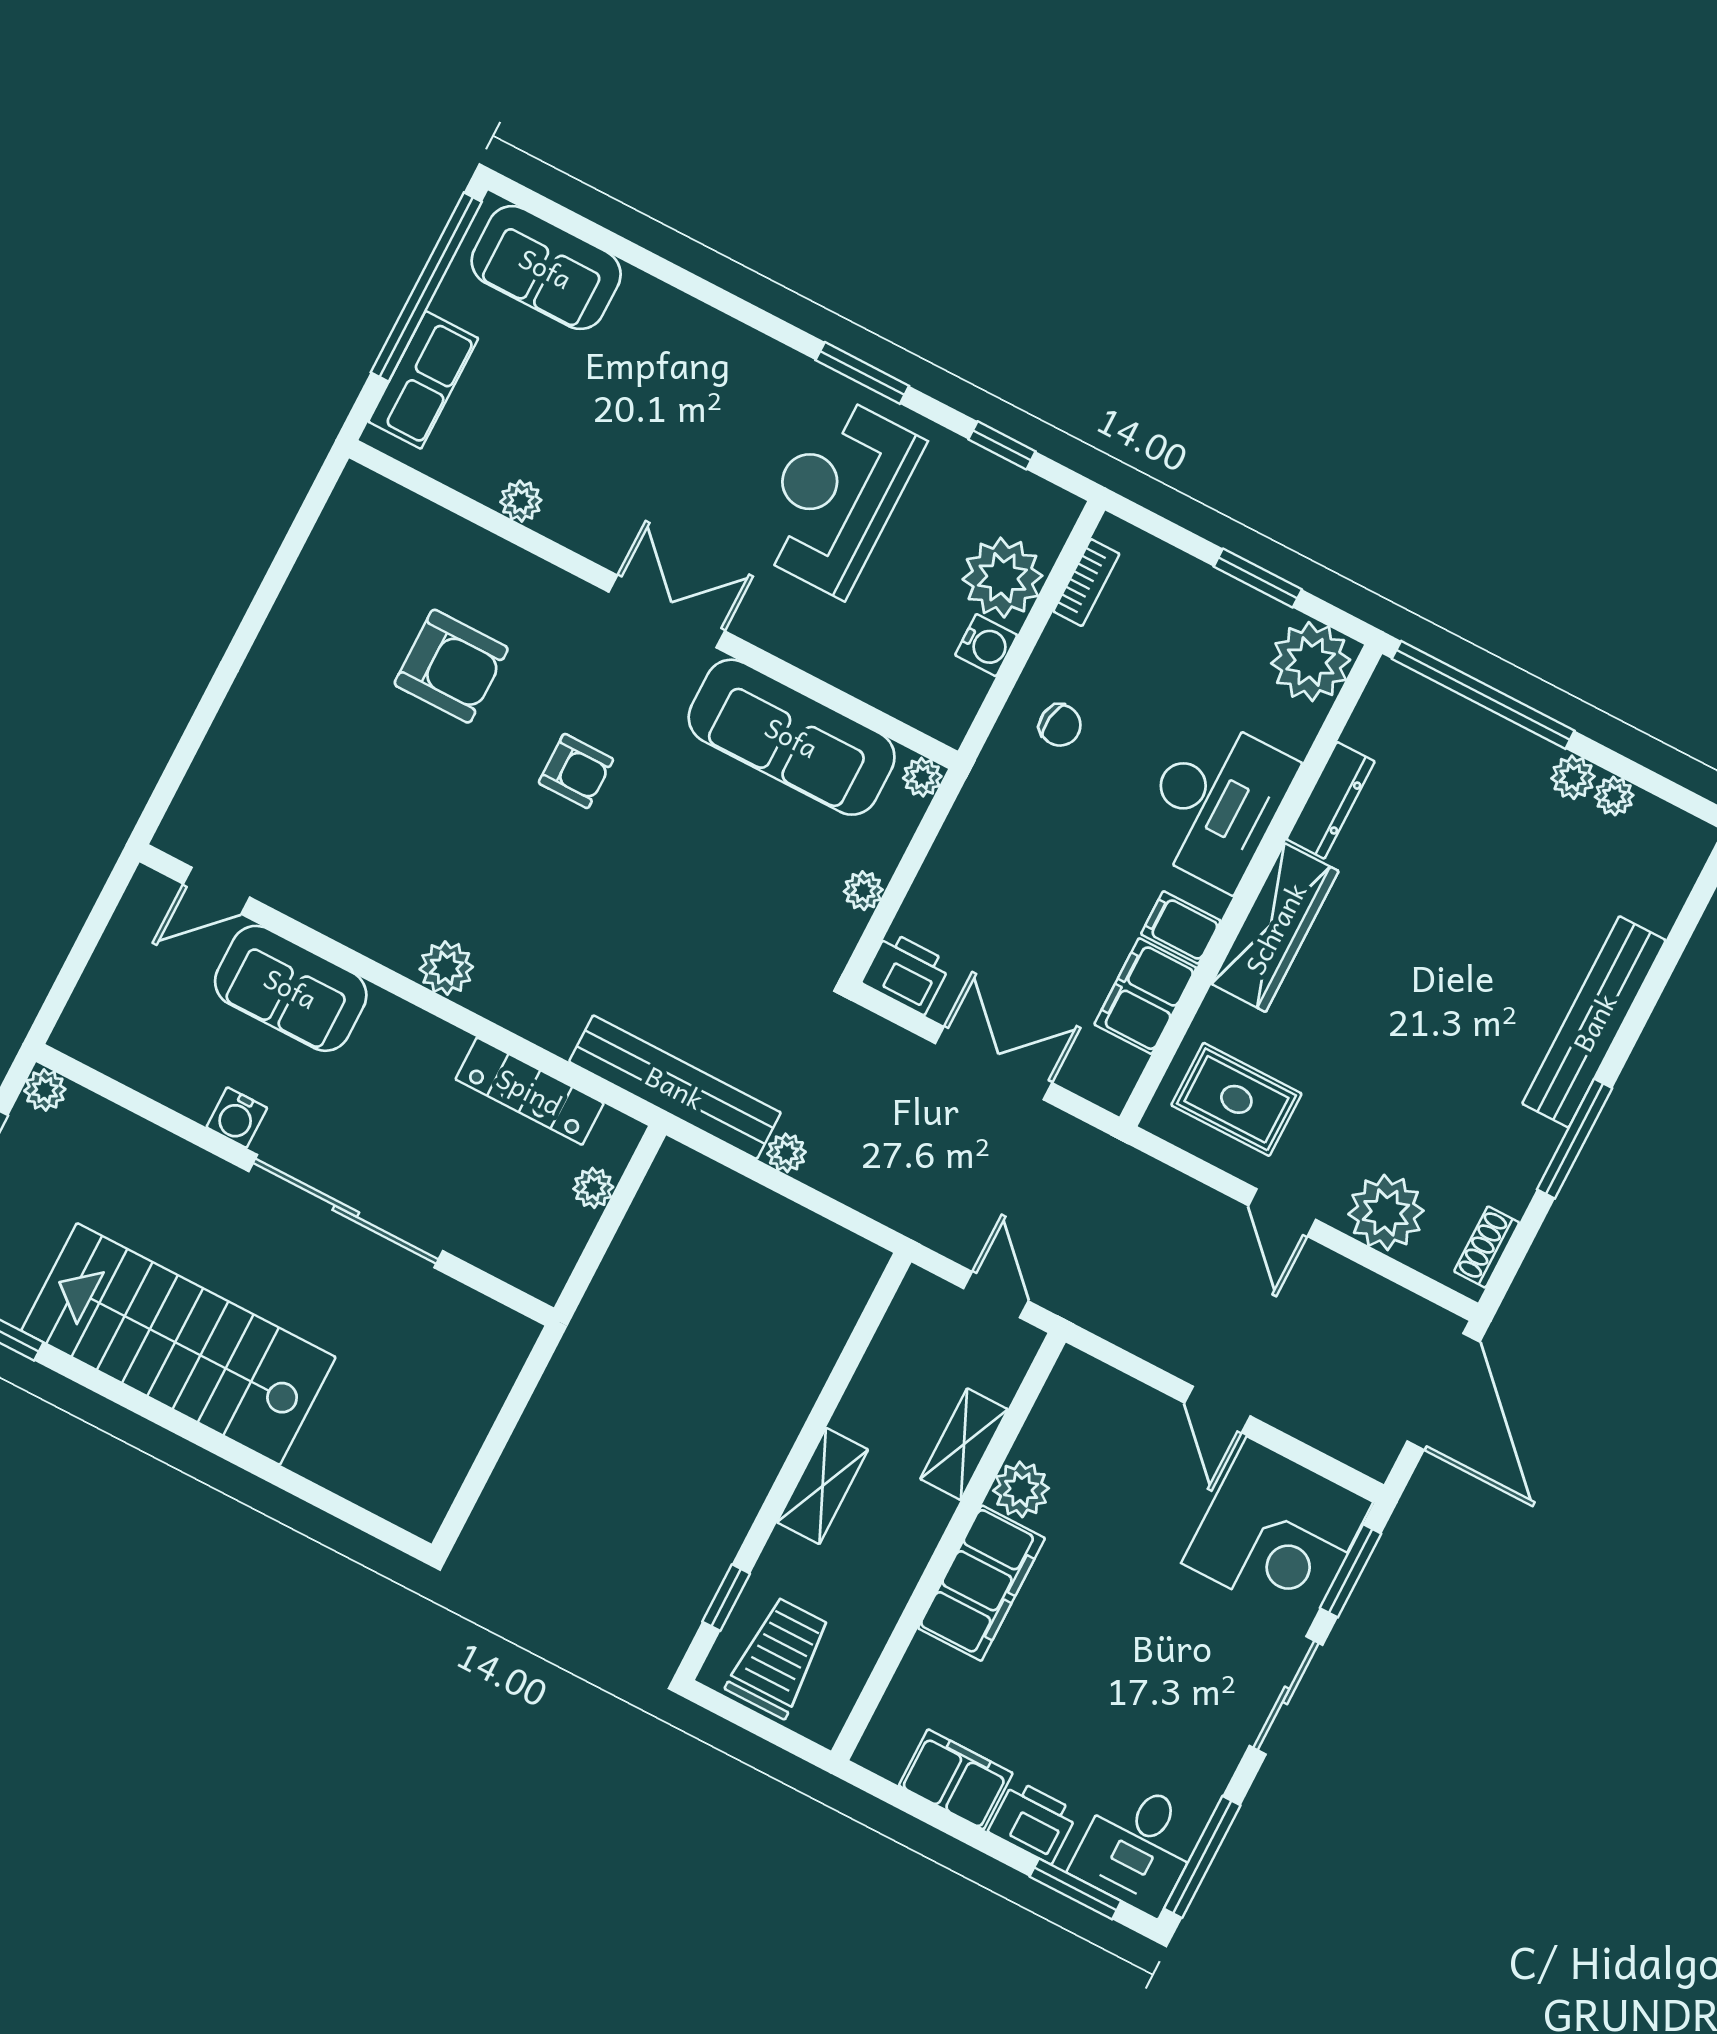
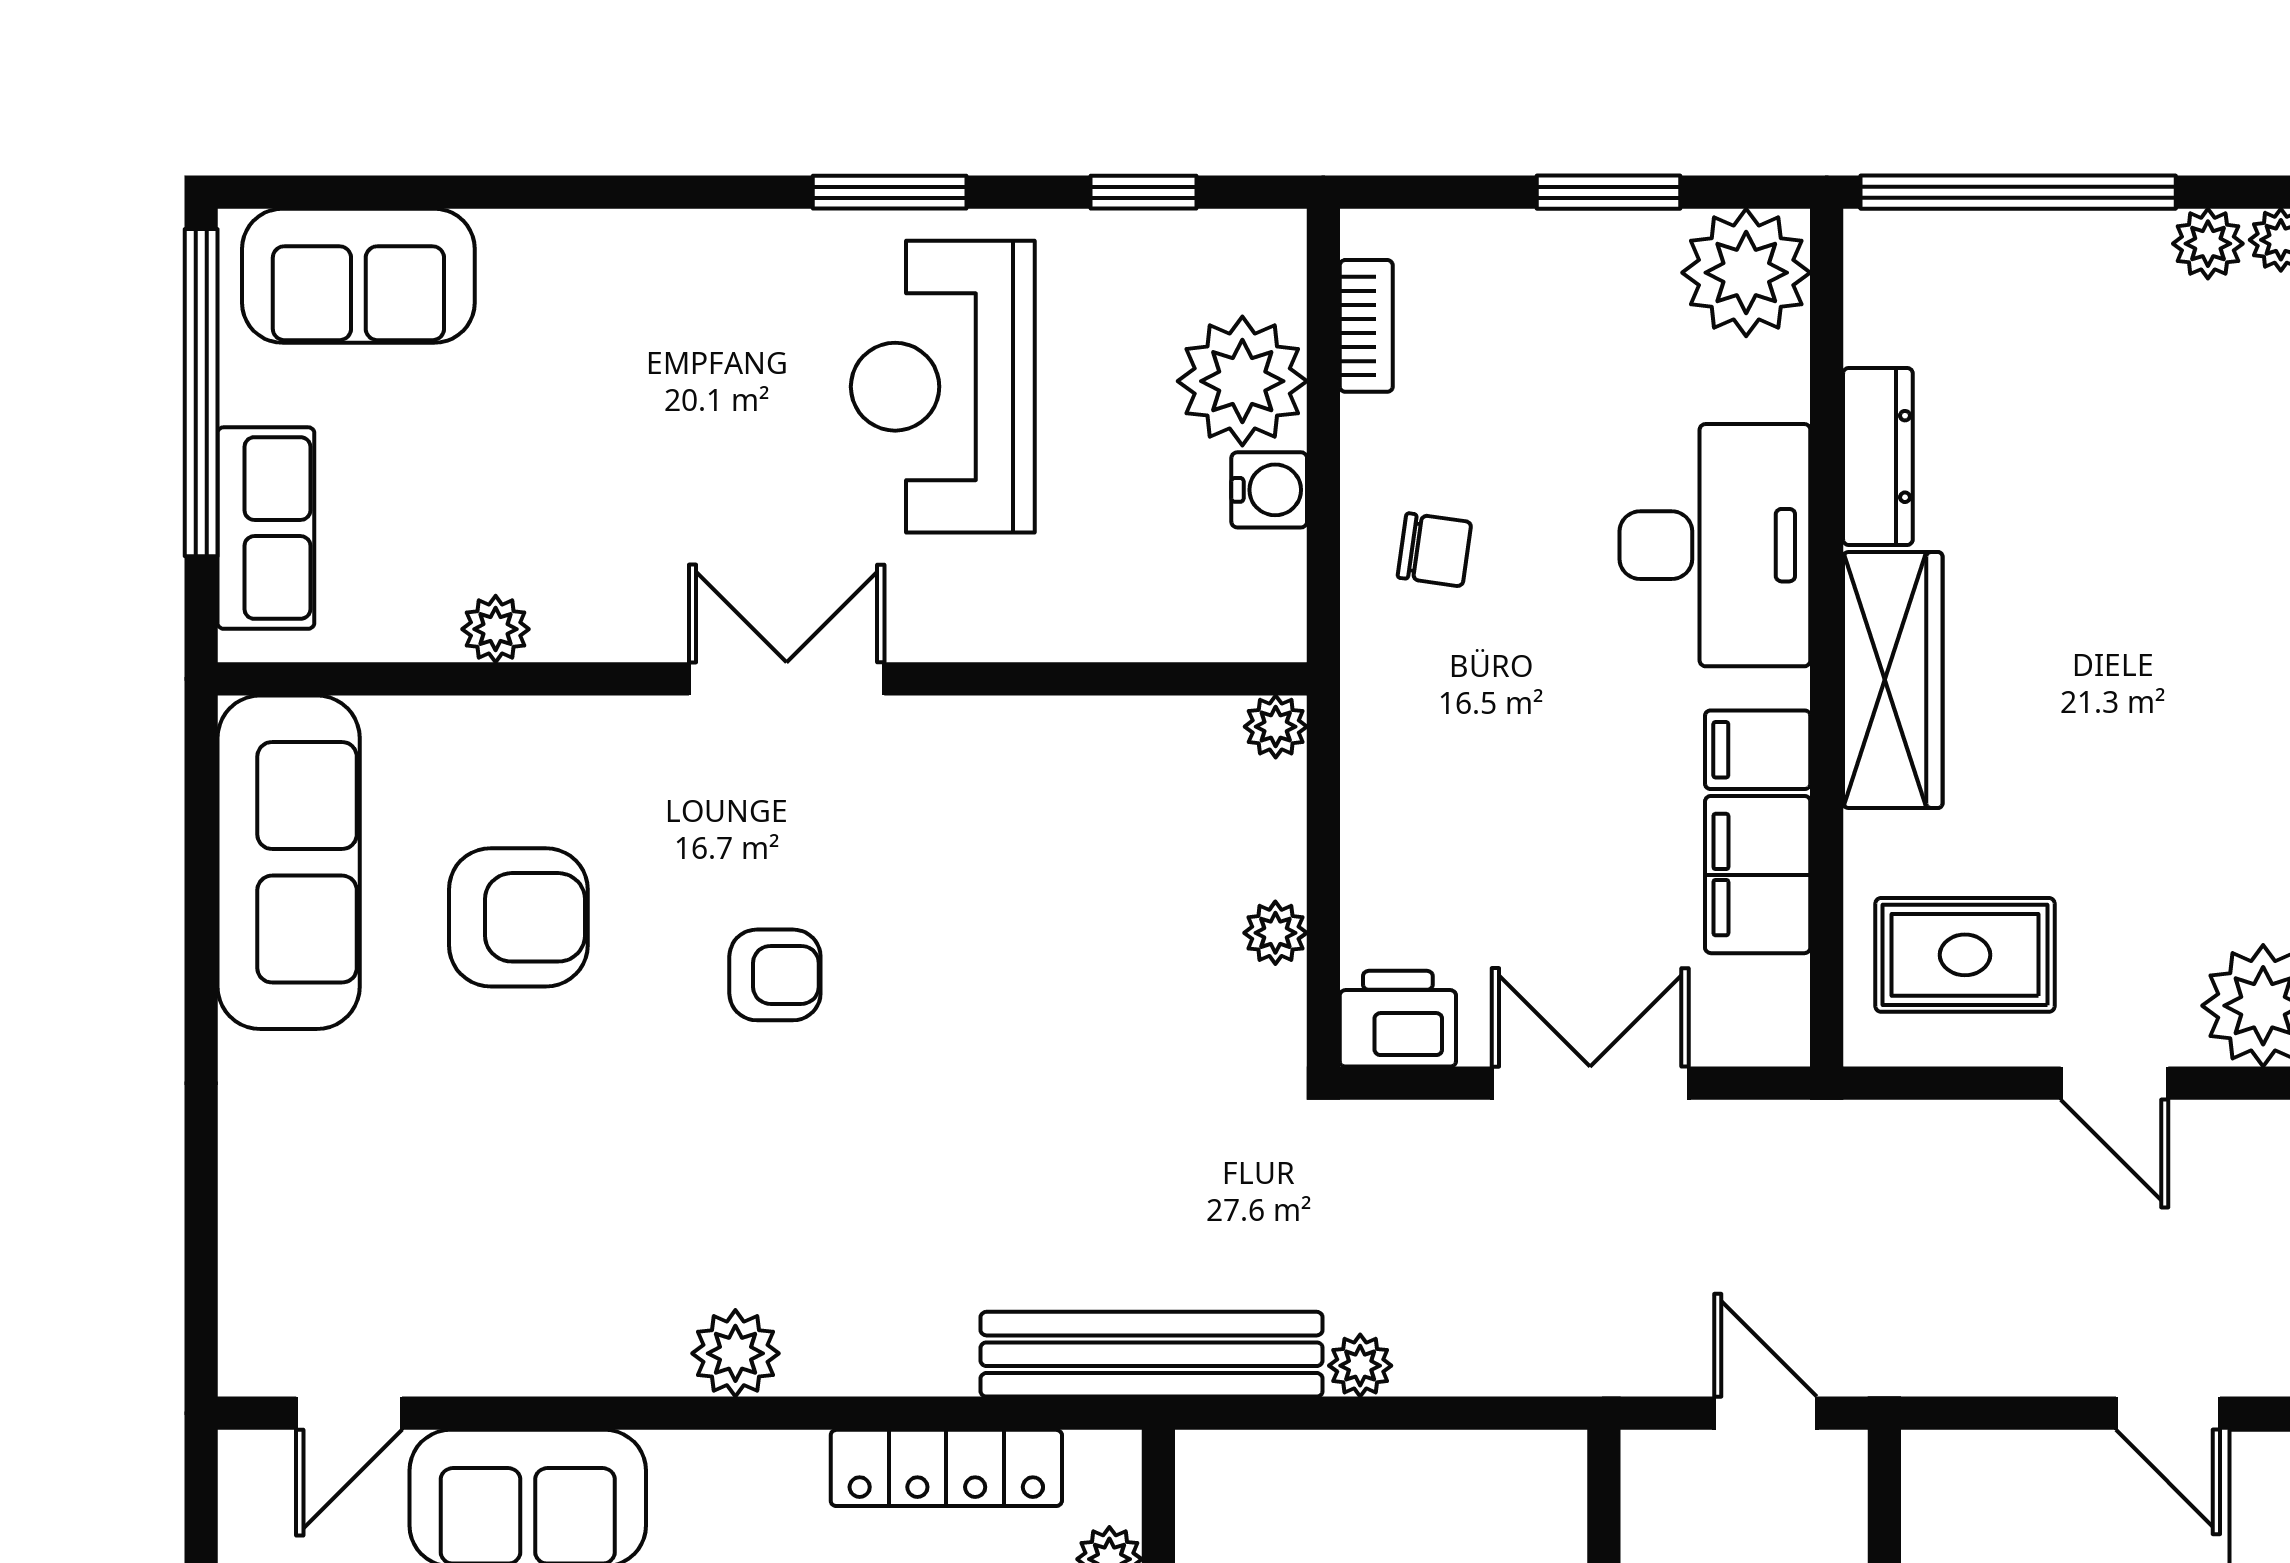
sofa: (792, 737) -> (289, 862), moved, turned -90

